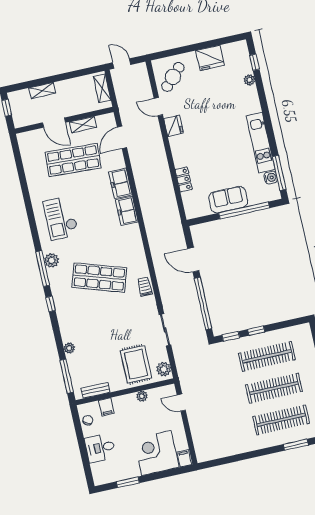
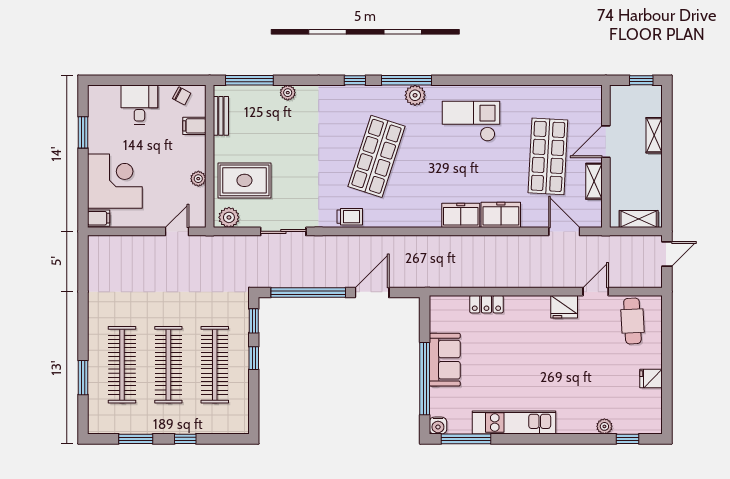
fridge: (210, 58) -> (651, 378), width x0.53, depth x0.75
cafe table: (173, 77) -> (632, 321), turned 43
water cooler: (271, 178) -> (438, 426), moved

